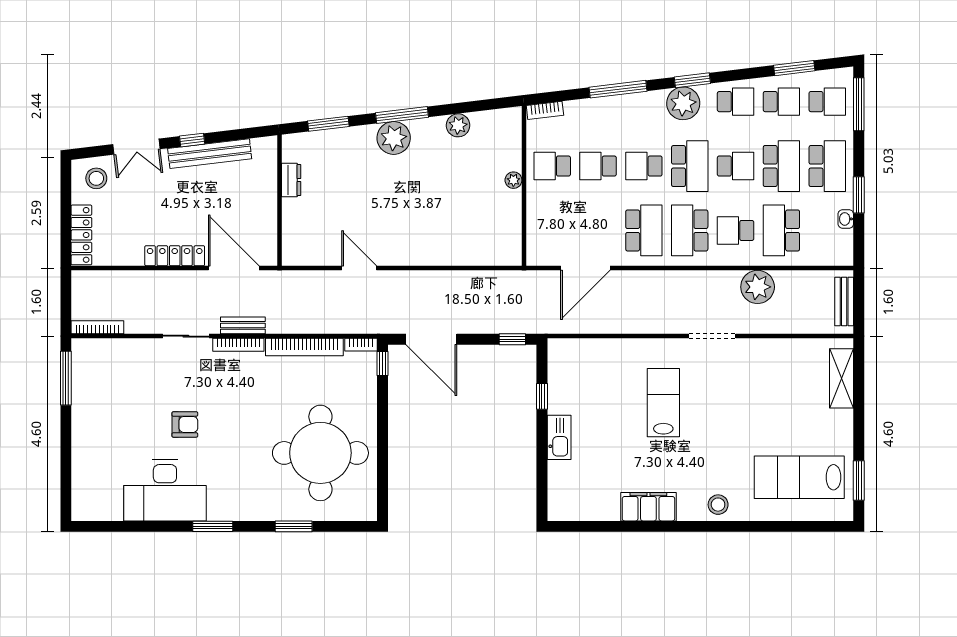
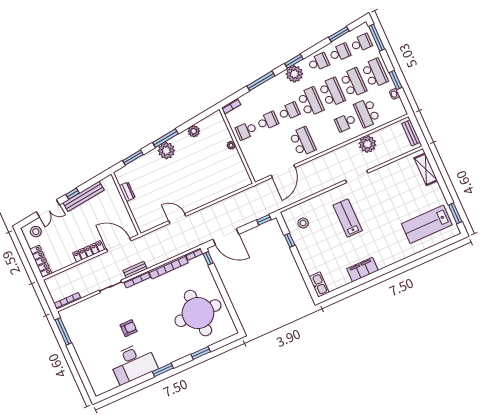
school desk: (598, 166) -> (268, 121), turned 180
school desk: (644, 166) -> (289, 111), turned 180
school desk: (736, 166) -> (332, 92), width x1.85
school desk: (690, 230) -> (324, 132), removed
kitchen sink: (559, 437) -> (319, 285), moved
stool: (718, 505) -> (303, 223), moved

